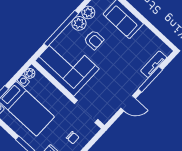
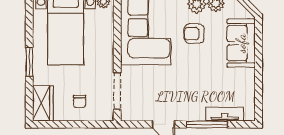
armchair: (94, 40) -> (194, 34), turned 90

